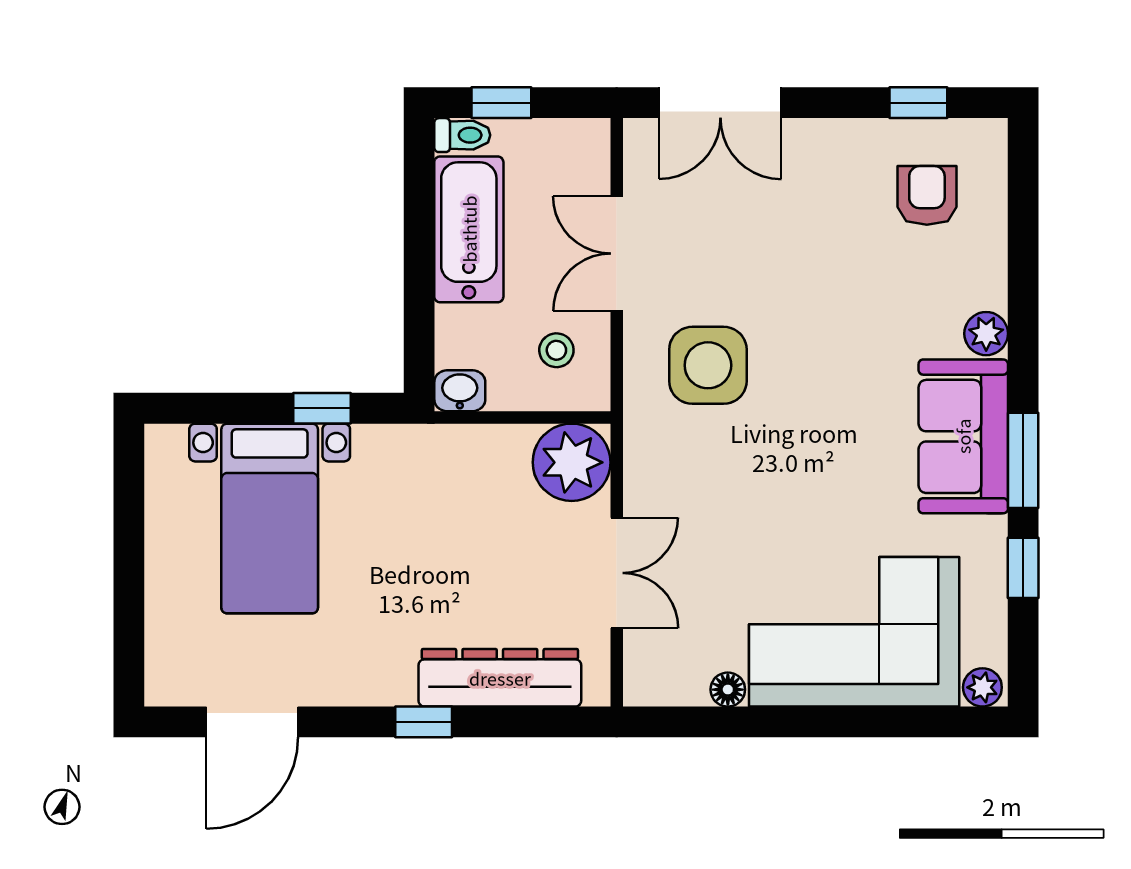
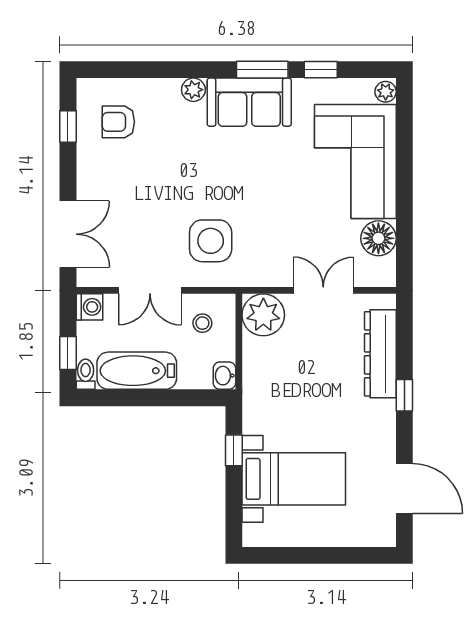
washing machine: (586, 142) -> (89, 307), added
floor lamp: (728, 690) -> (378, 238), width x1.89, depth x1.89

